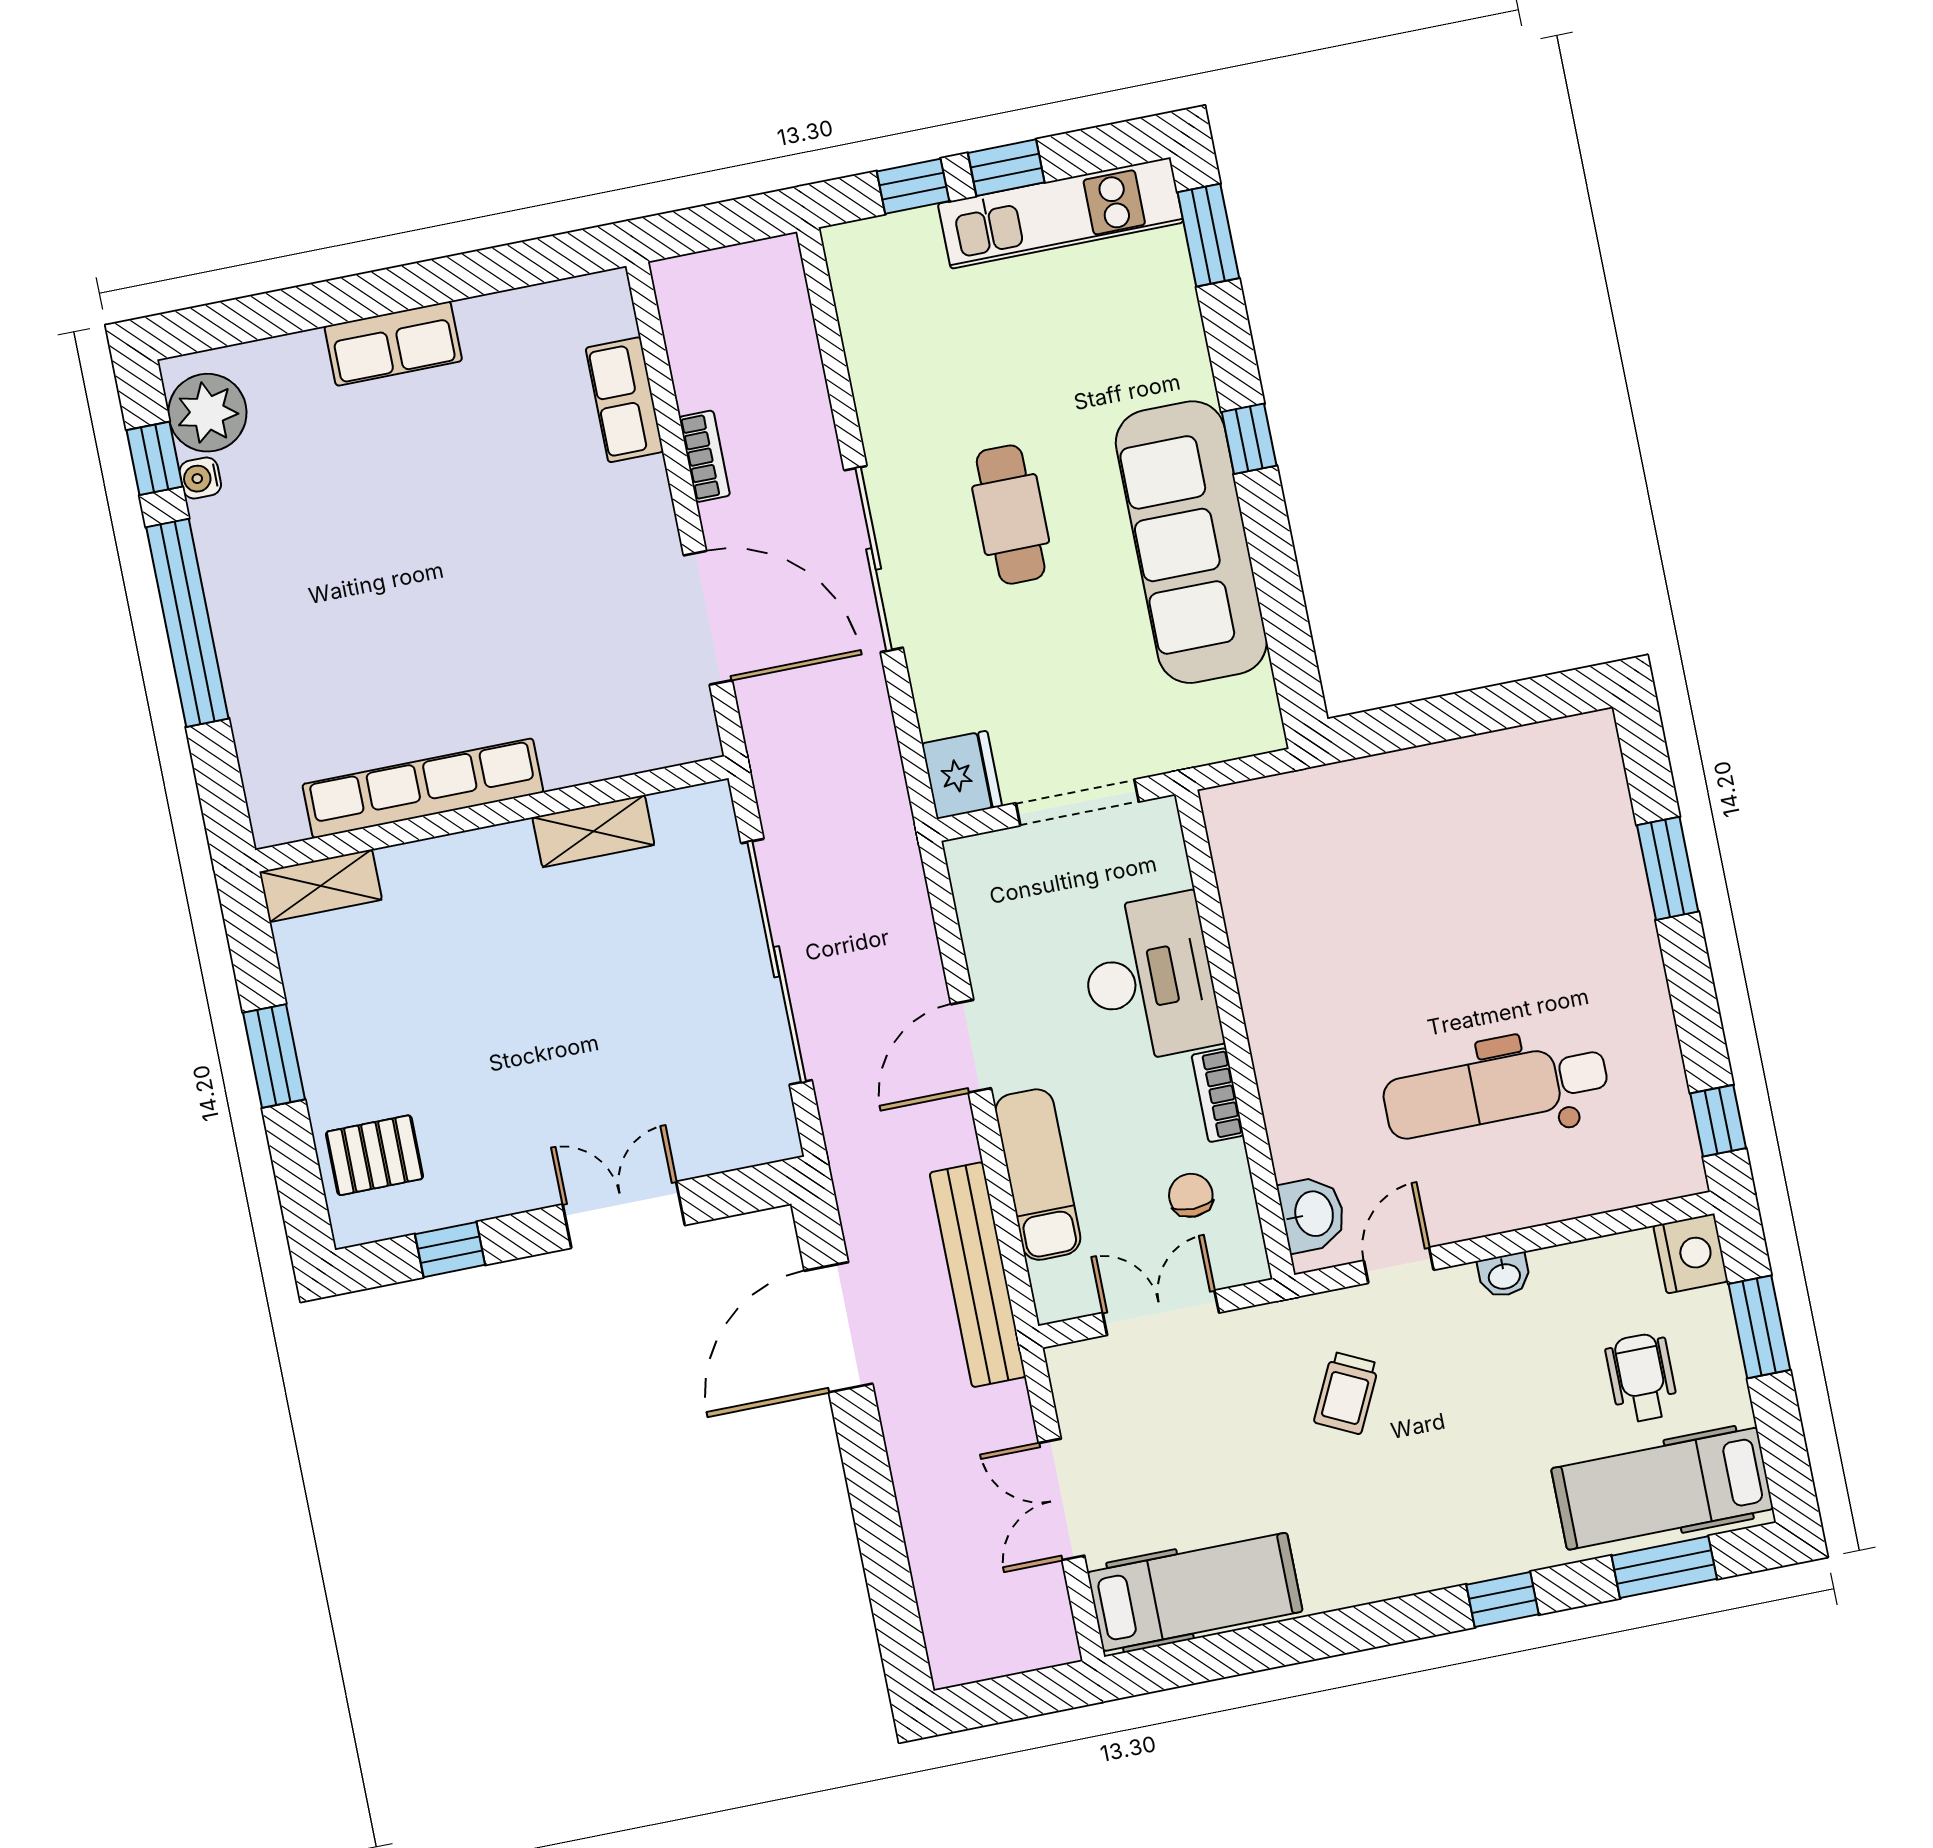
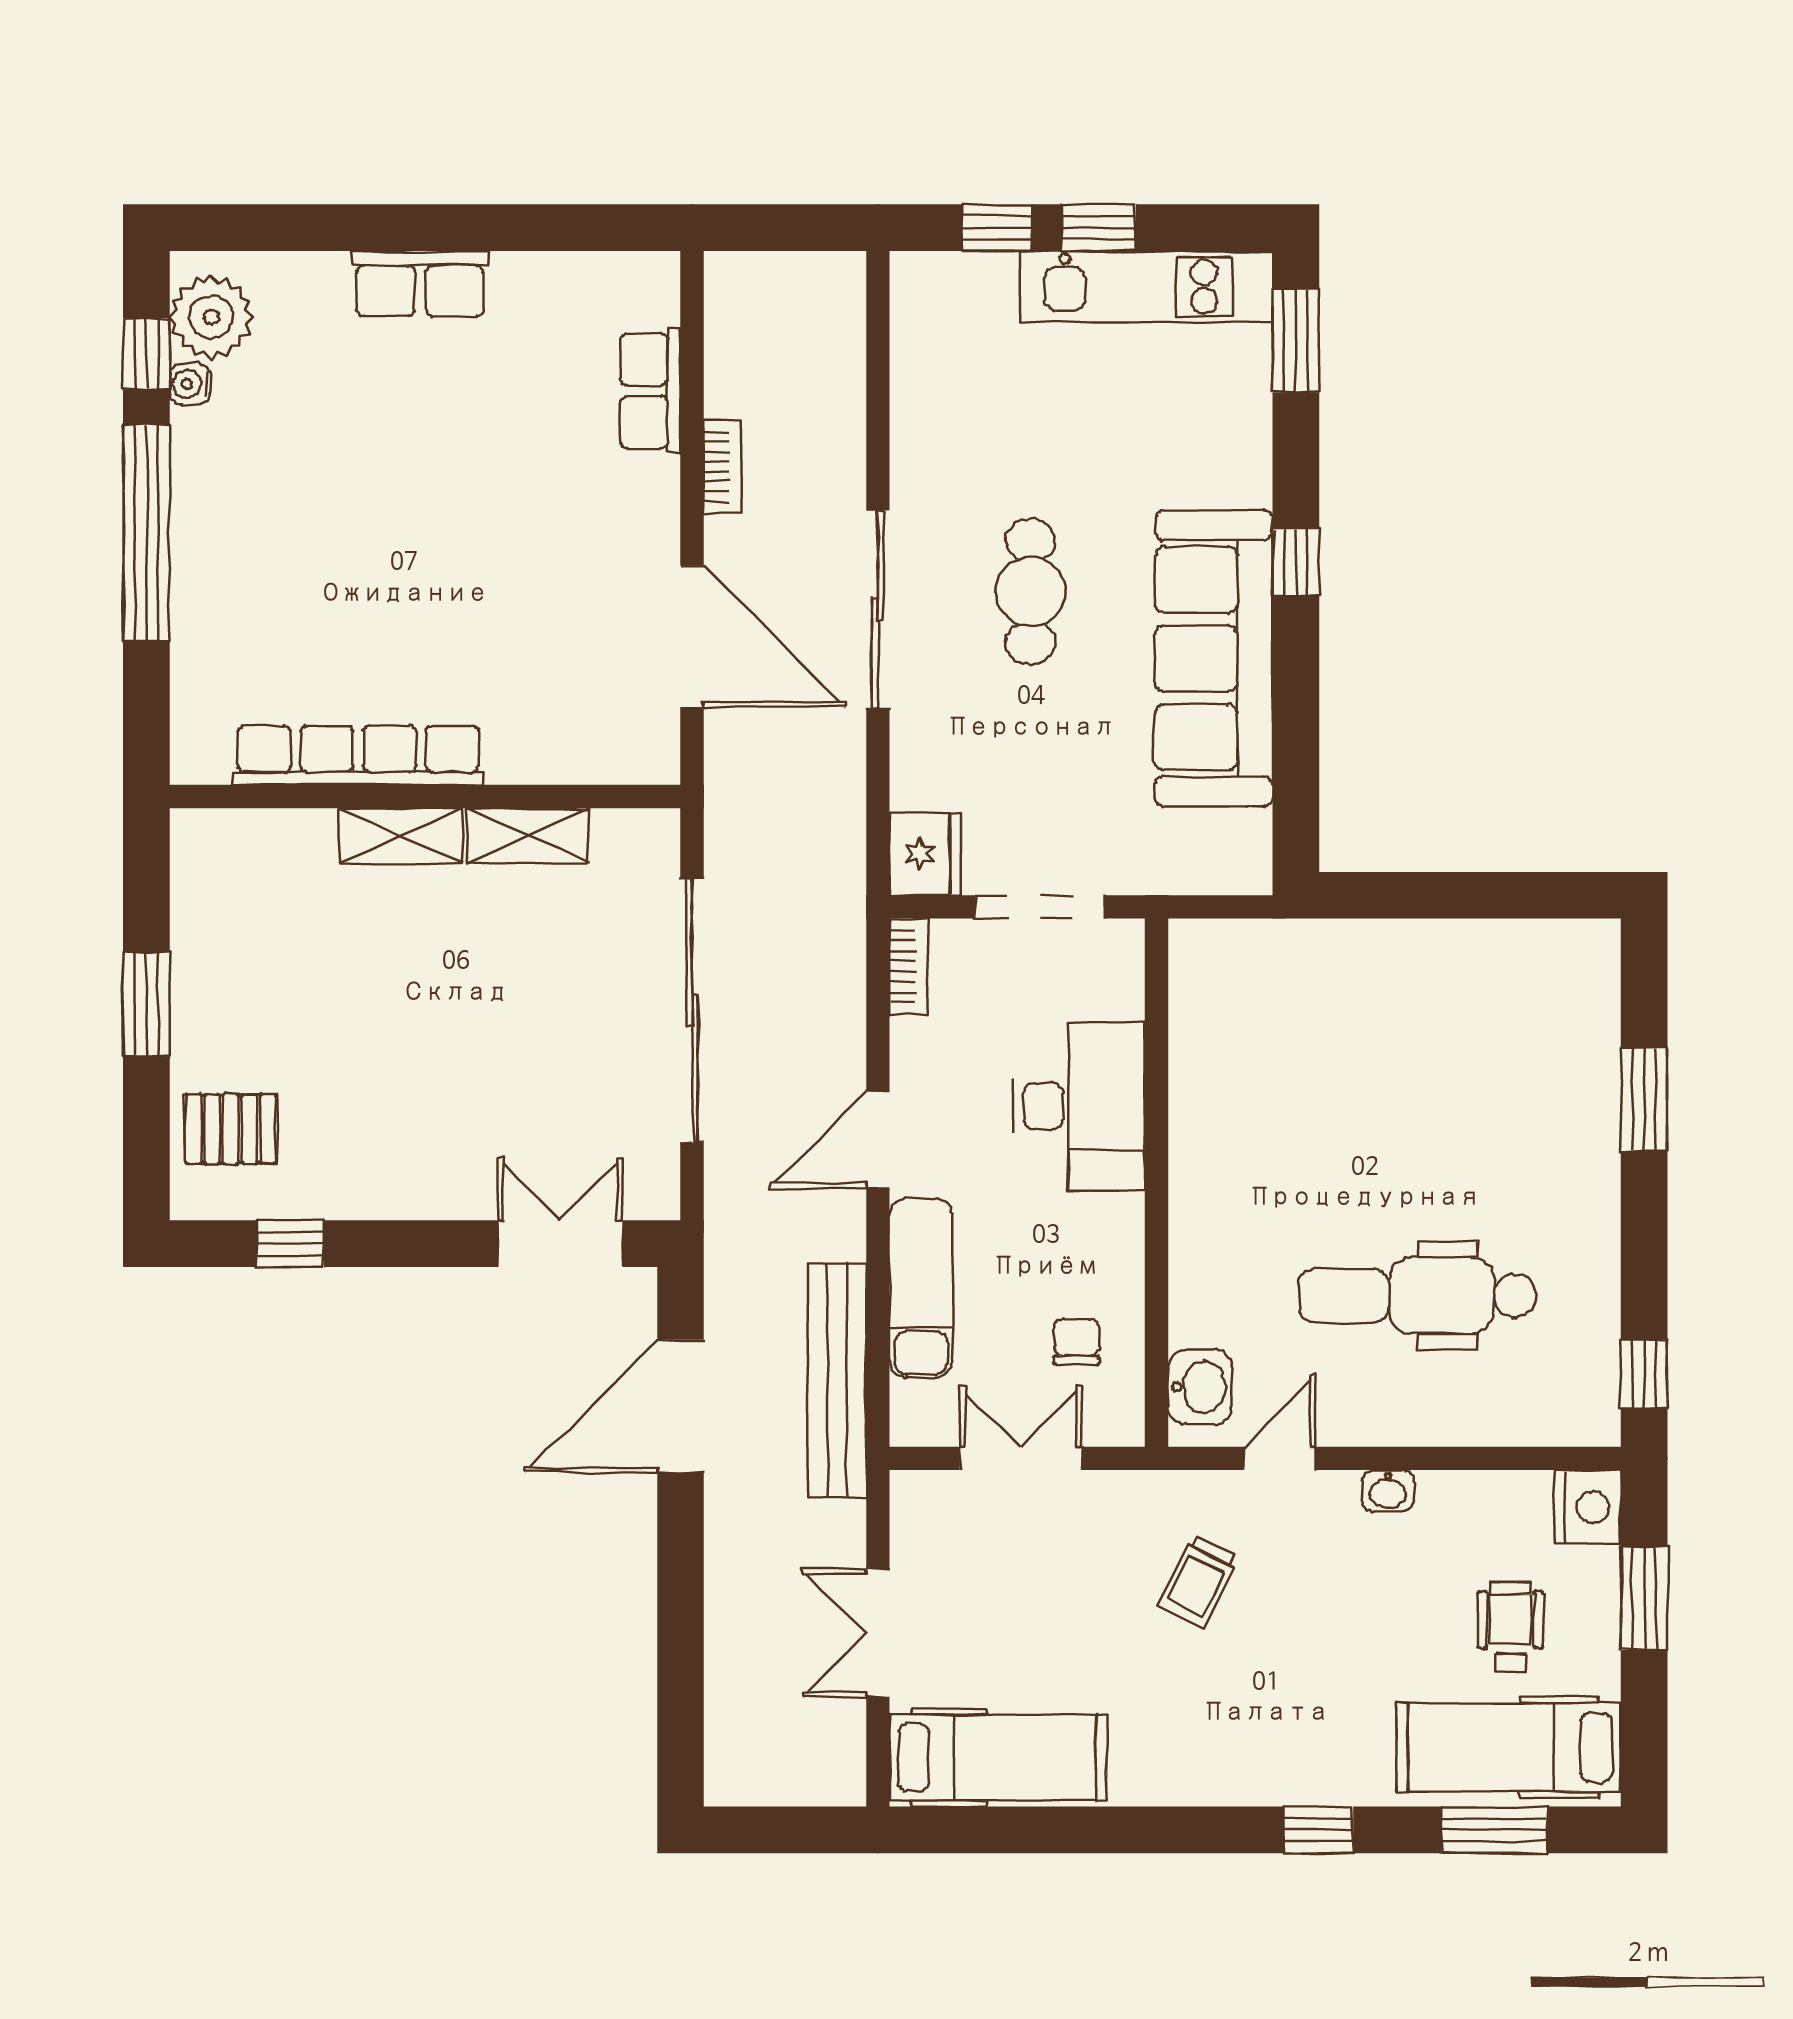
shelving: (321, 886) -> (401, 836), moved
bookcase: (1218, 1095) -> (909, 966), moved, turned 180
double door: (624, 1215) -> (560, 1244), moved

